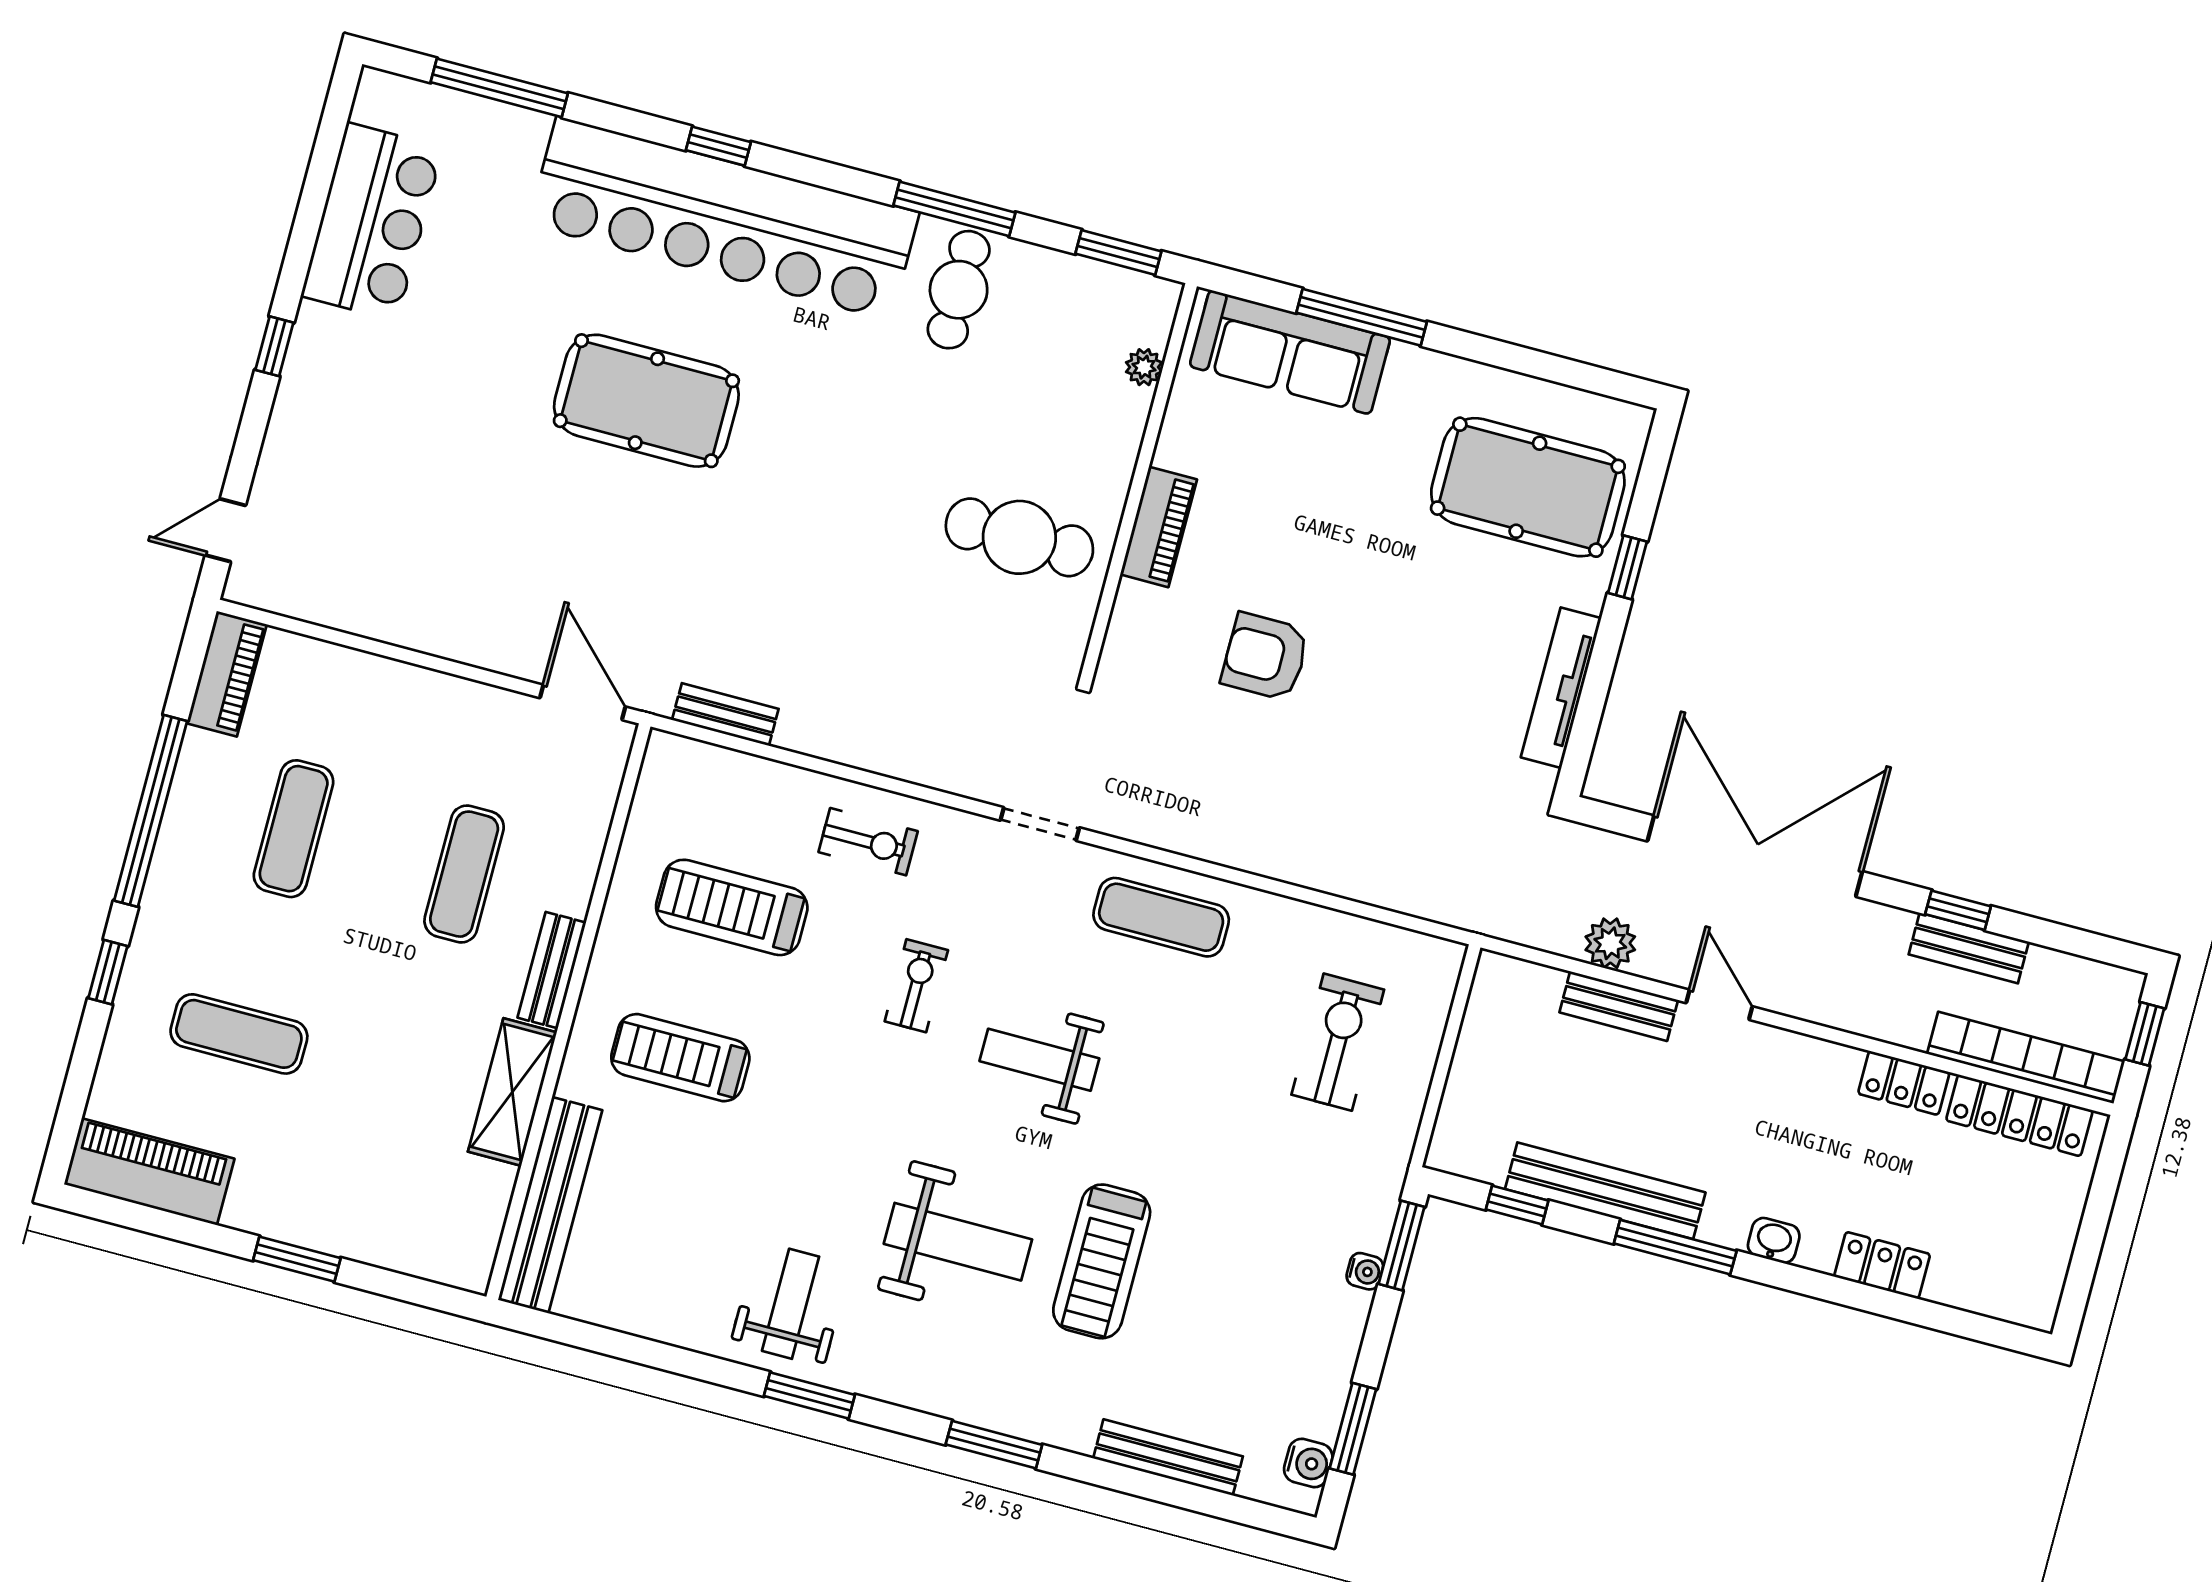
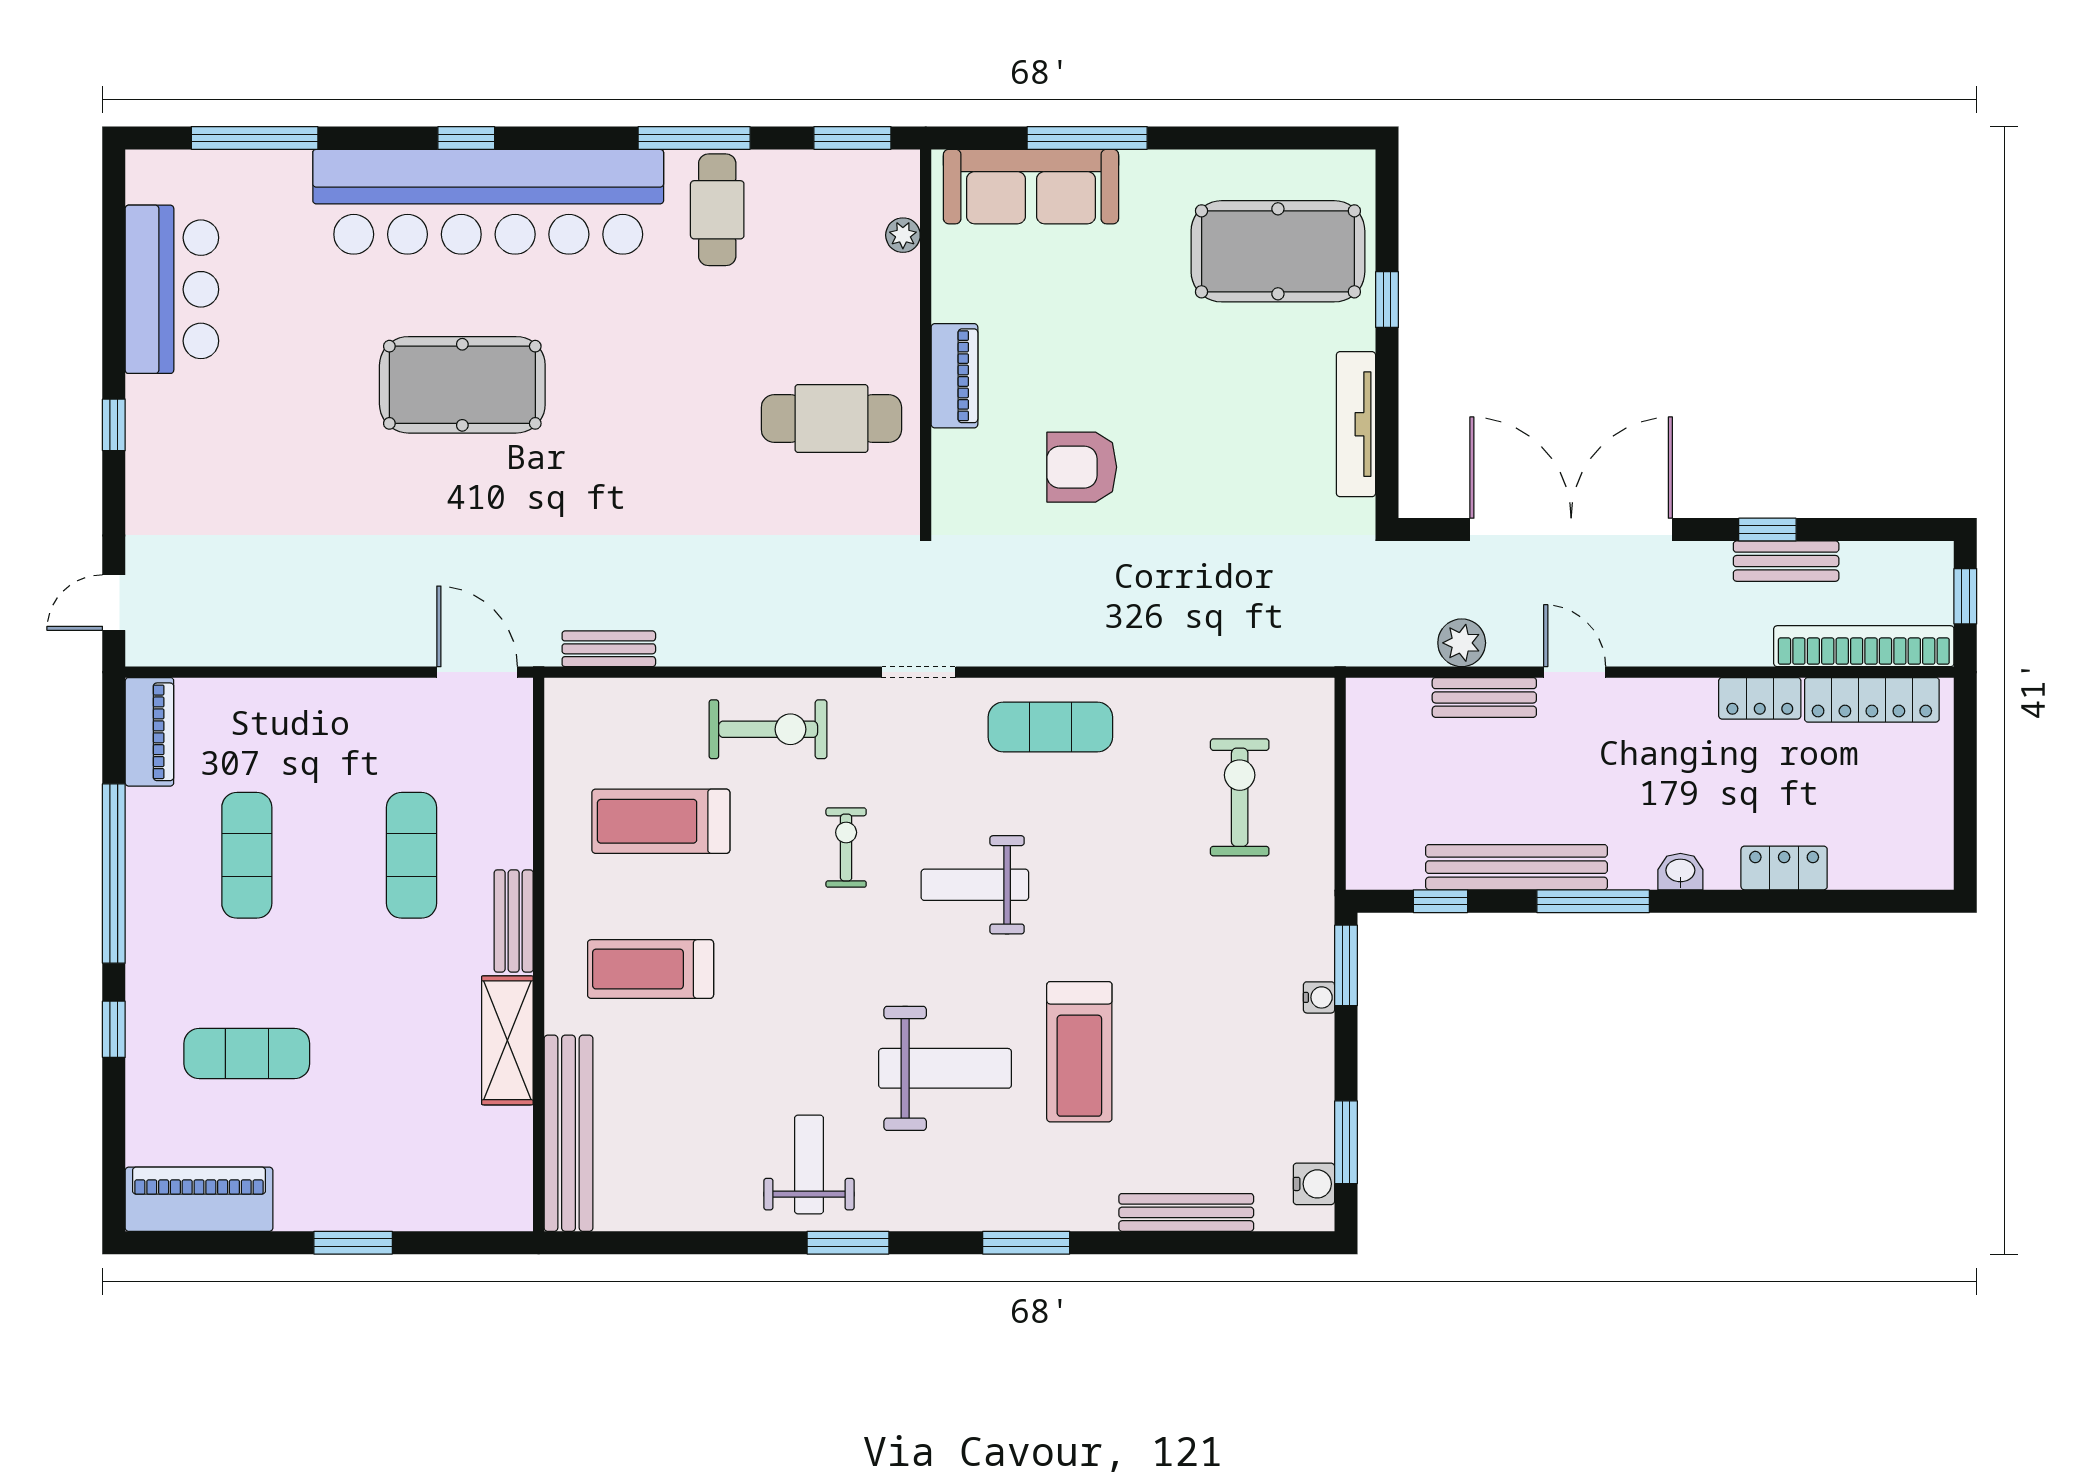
exercise bike: (868, 842) -> (768, 729), width x1.38, depth x1.39

